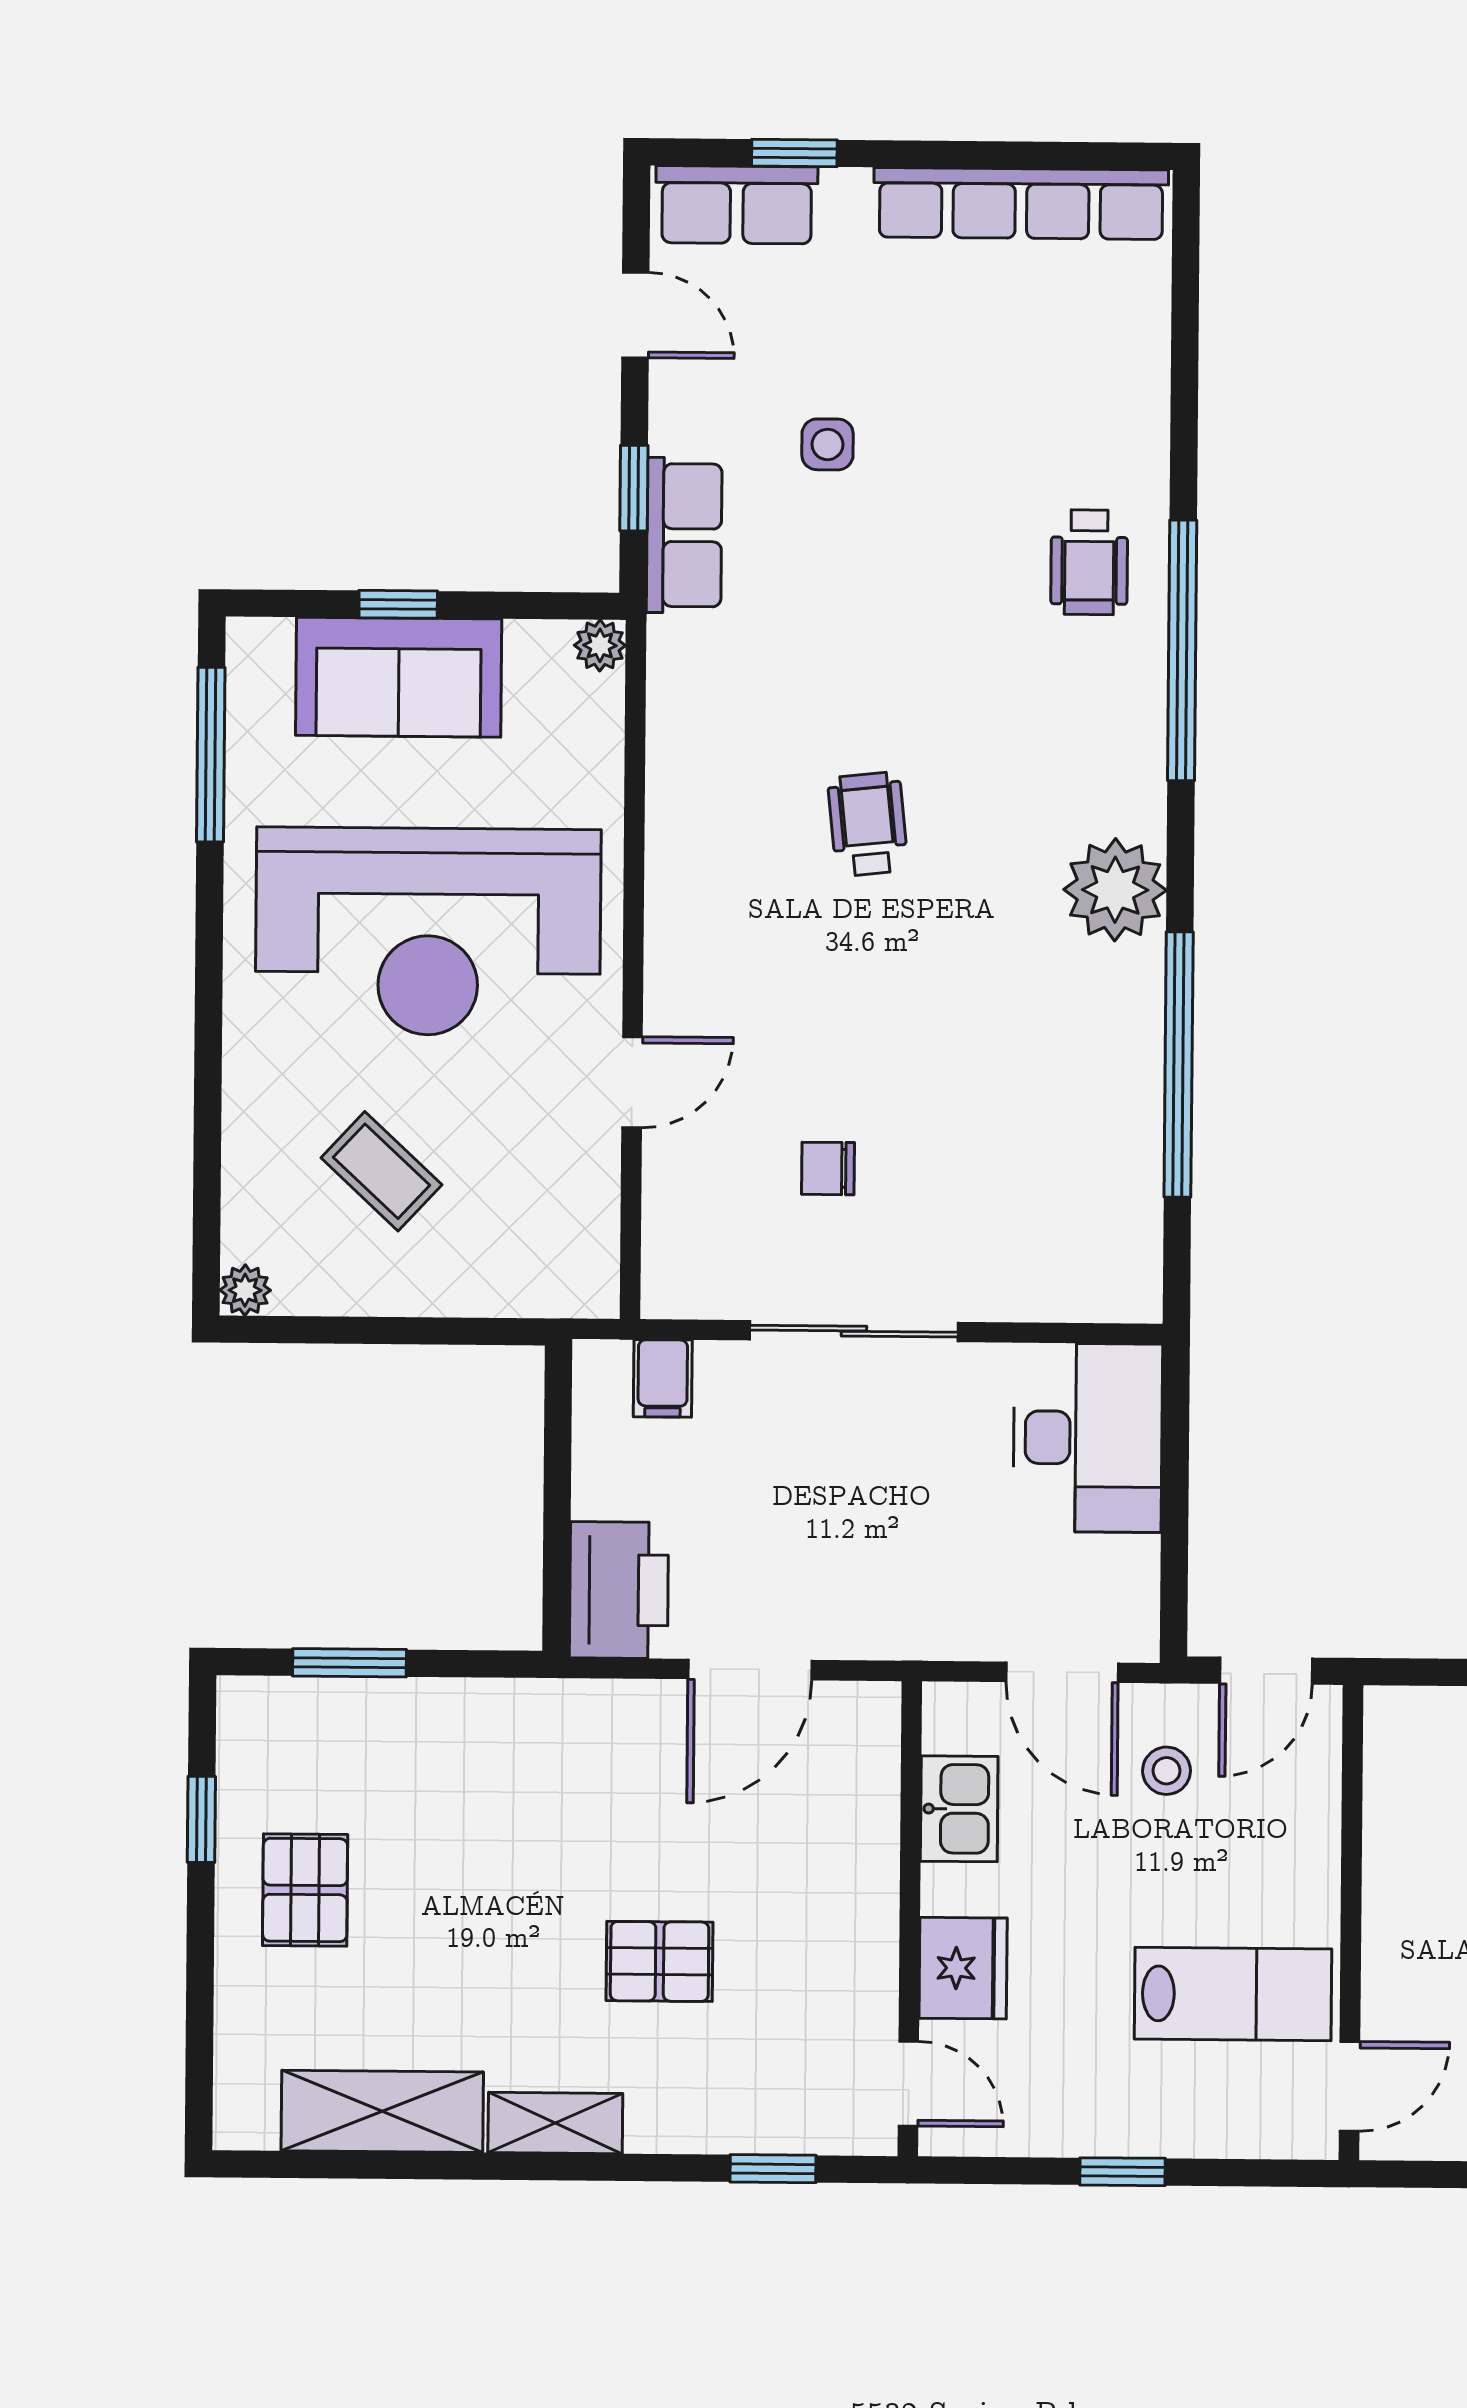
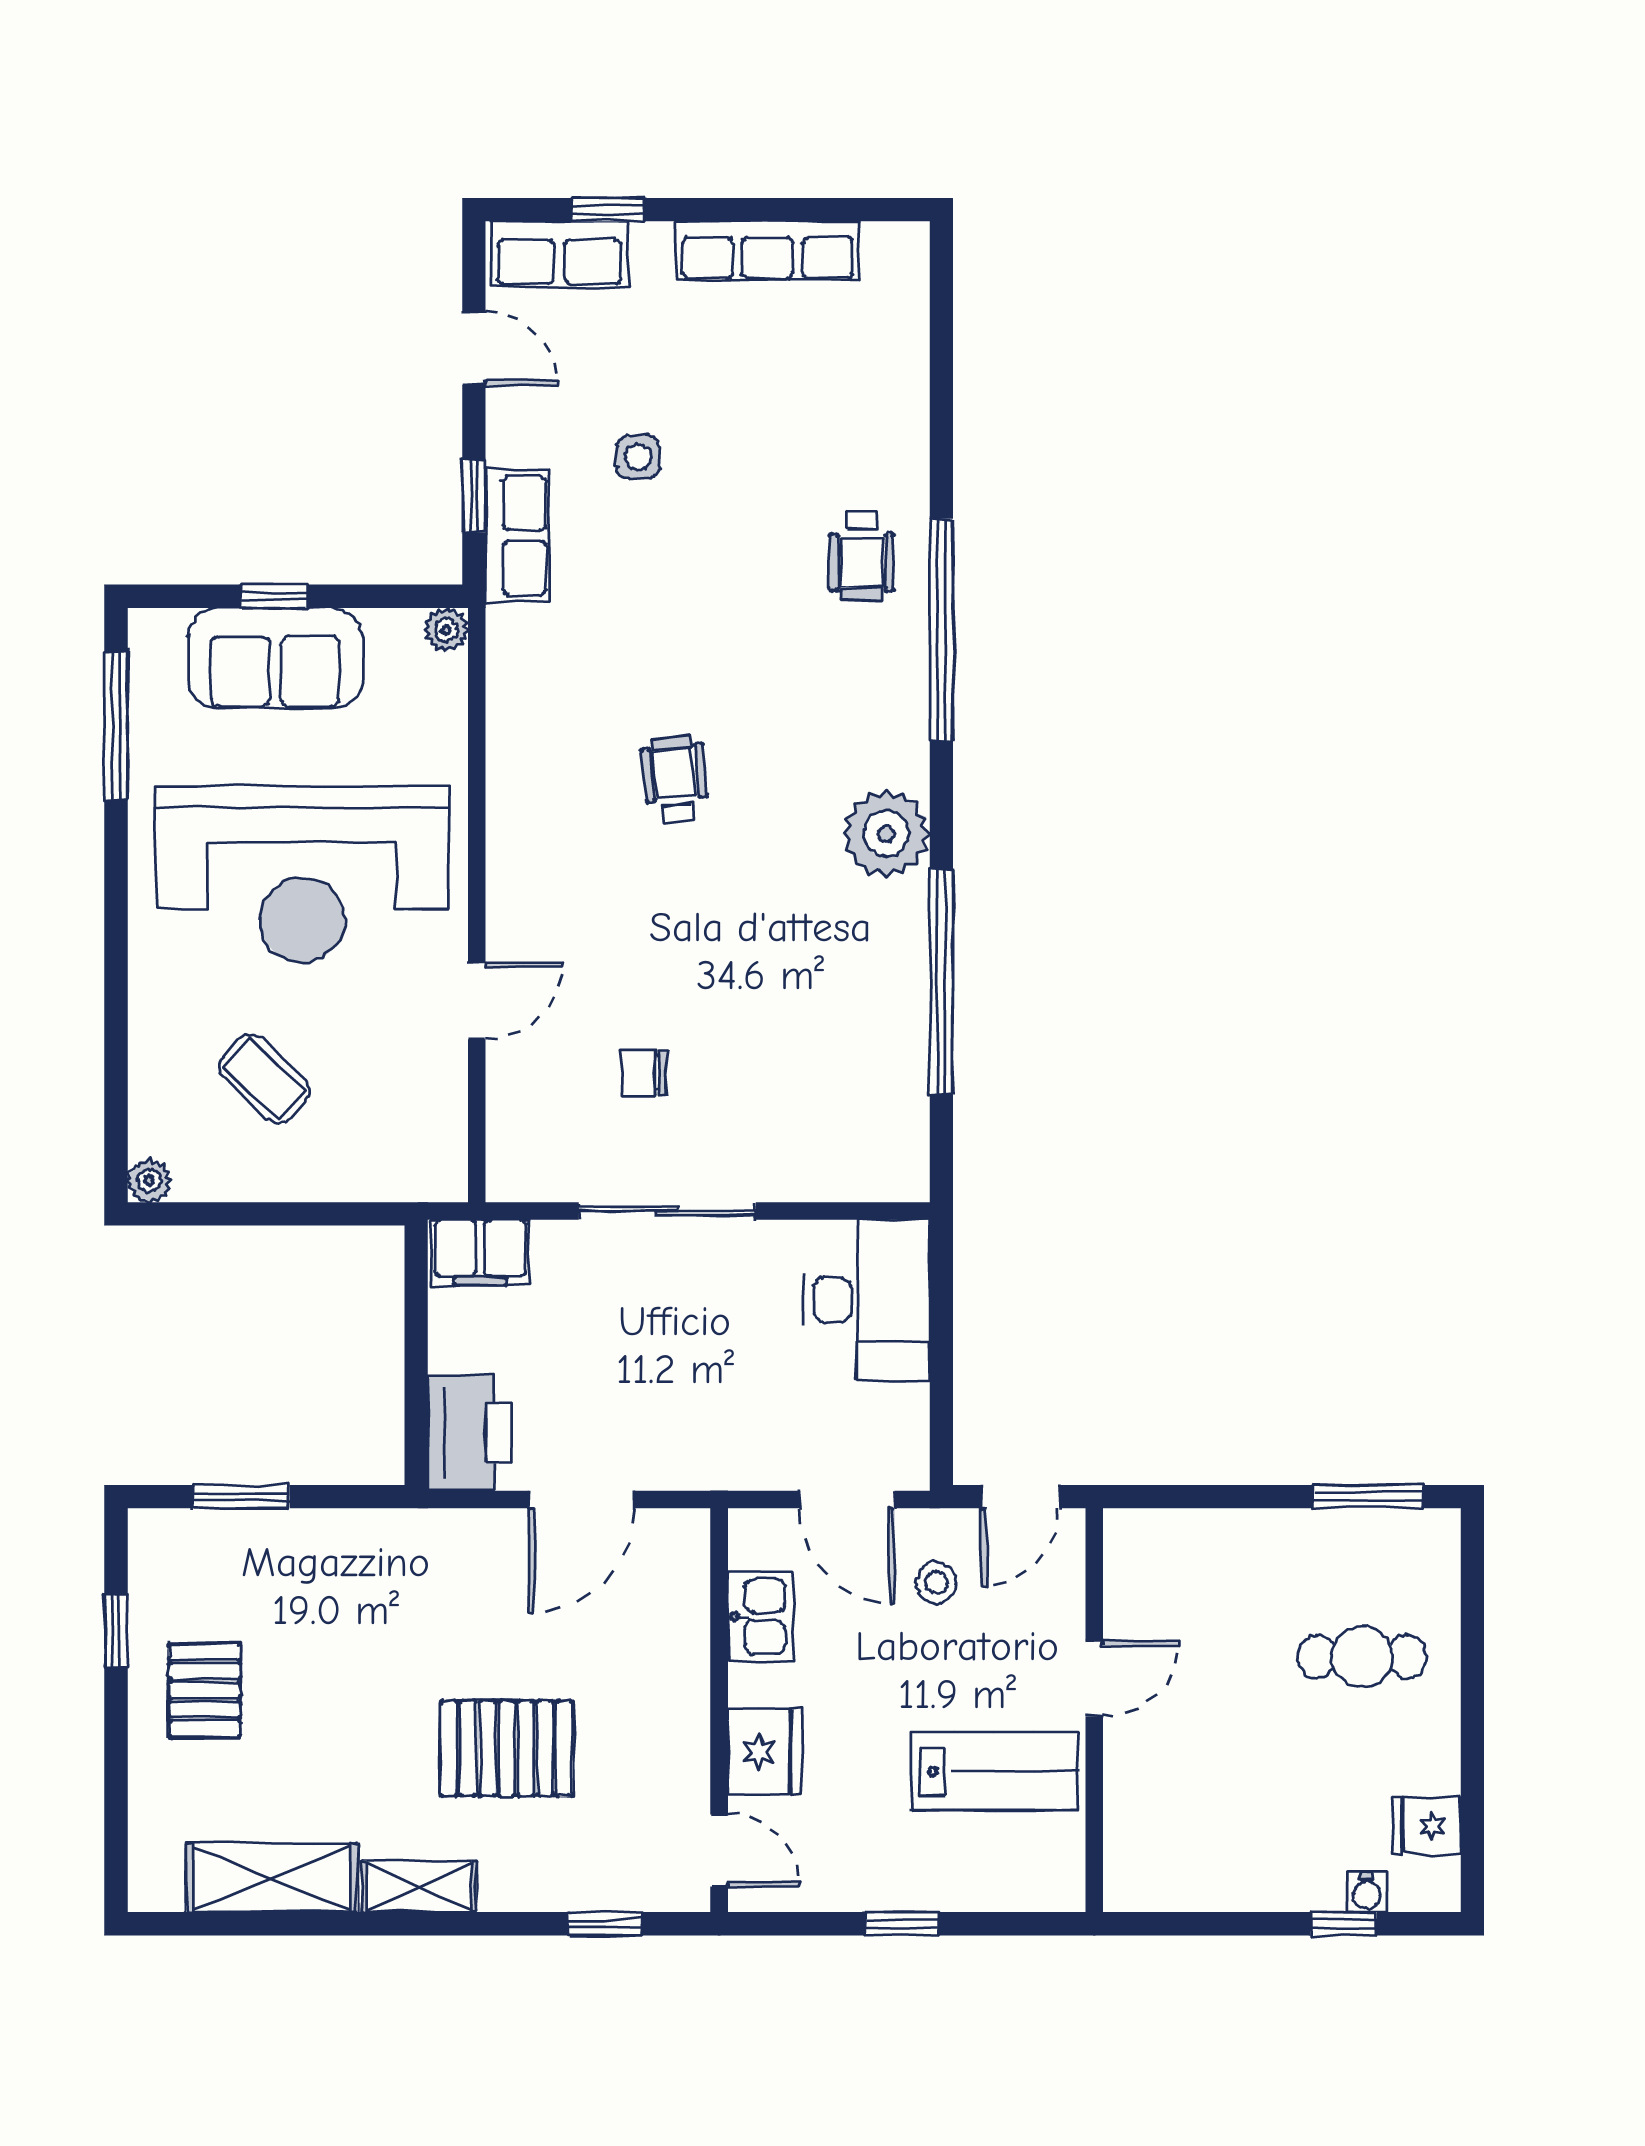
row of seats: (1021, 203) -> (768, 251), width x0.73
filing cabinet: (663, 1378) -> (480, 1253), width x2.00
pallet: (660, 1961) -> (507, 1748), width x1.50, depth x1.42
door: (1350, 2086) -> (1094, 1678), moved

